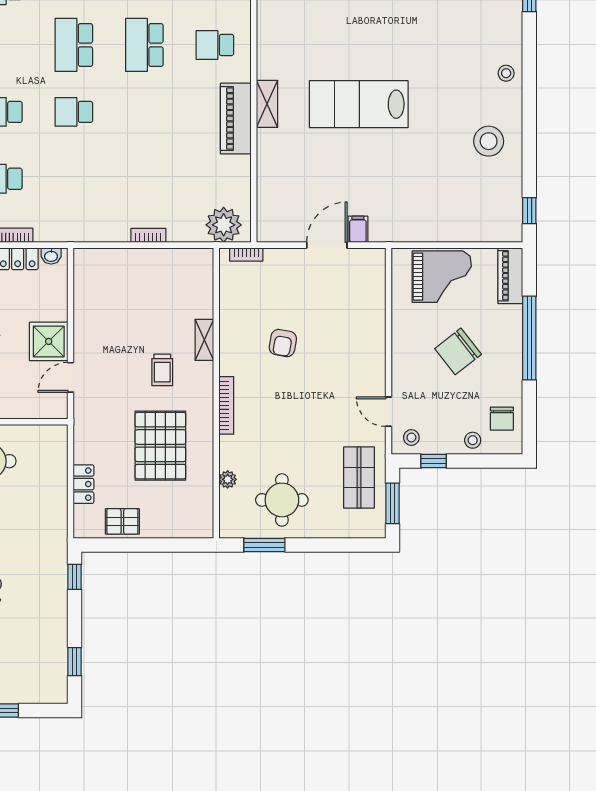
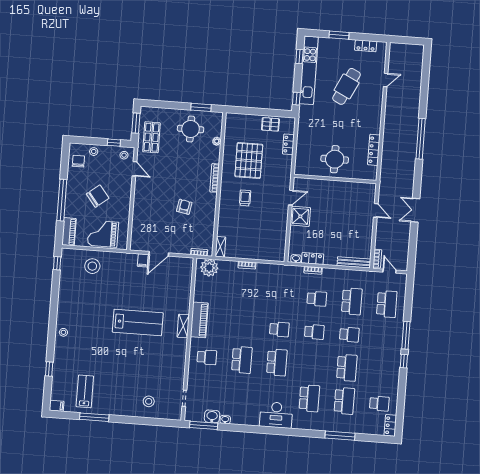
stool: (489, 141) -> (92, 266), moved
shelving: (204, 340) -> (220, 247), moved
kitchen unit: (54, 635) -> (309, 70), added

